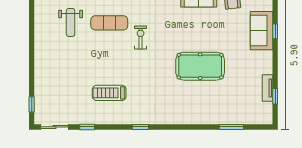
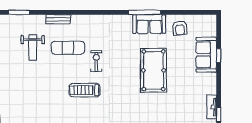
pool table: (200, 66) -> (154, 70), moved, turned 90
treadmill: (109, 93) -> (85, 90), moved

